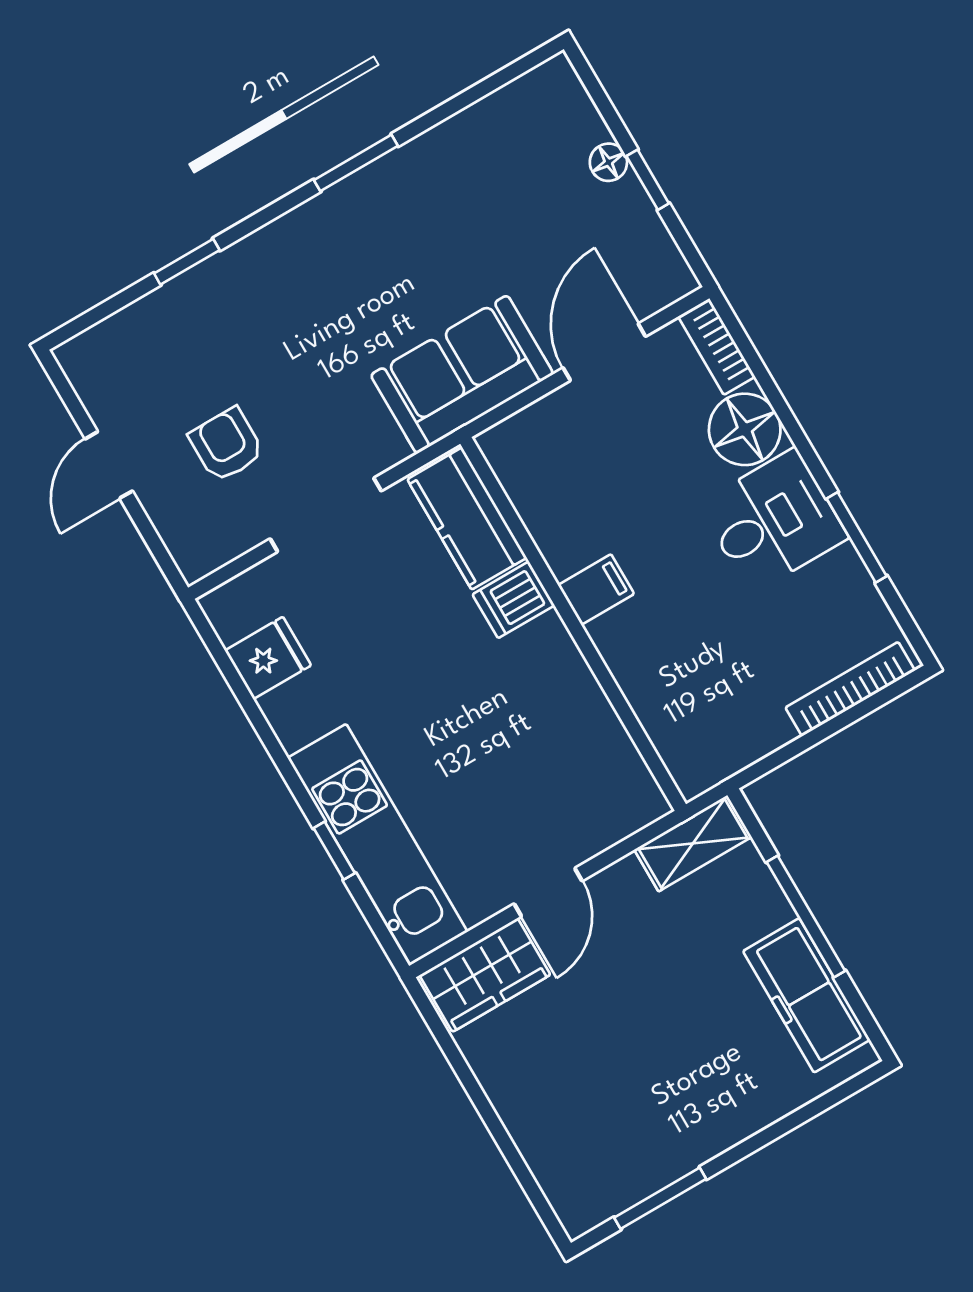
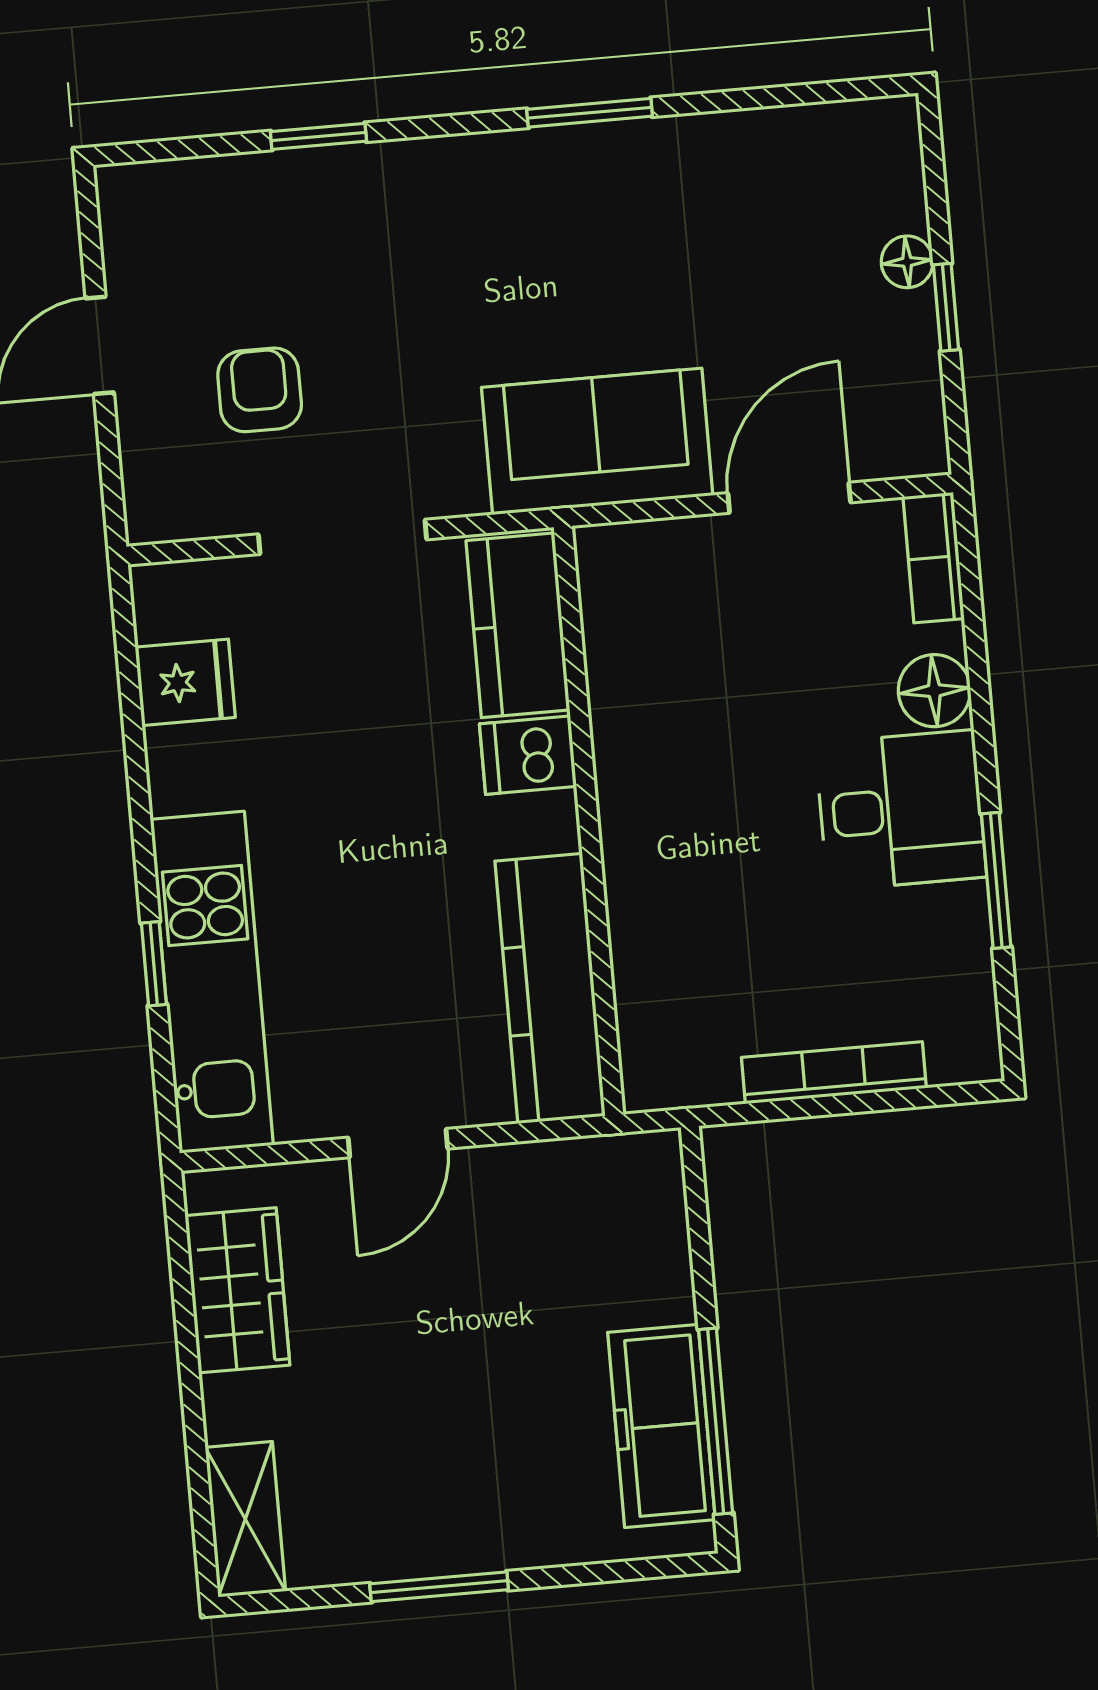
floor lamp: (745, 429) -> (934, 691), width x0.73, depth x0.73
filing cabinet: (596, 589) -> (638, 791), removed
bookcase: (850, 689) -> (834, 1073), moved
kitchen counter: (600, 745) -> (550, 989), added
shelving: (693, 843) -> (245, 1519), moved, turned 90
window: (806, 916) -> (716, 1421), moved
wardrobe: (485, 975) -> (237, 1290), moved, turned -90
window: (660, 1198) -> (439, 1587), moved

